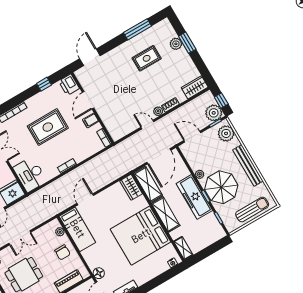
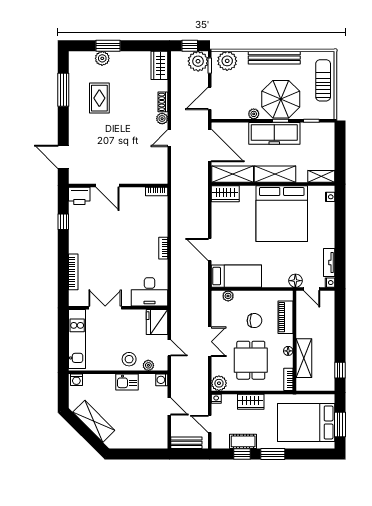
filing cabinet: (91, 120) -> (130, 195), removed
rug: (48, 127) -> (111, 244), removed
chair: (63, 252) -> (254, 321), moved

